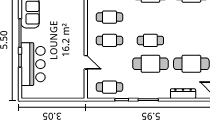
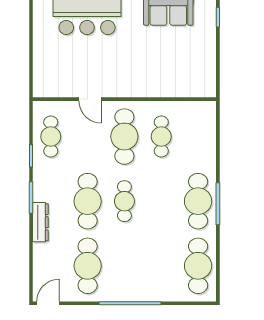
cafe table: (109, 40) -> (124, 137), width x1.37, depth x1.35
door: (86, 62) -> (90, 99), hinge flipped
dresser: (183, 94) -> (40, 222), moved

